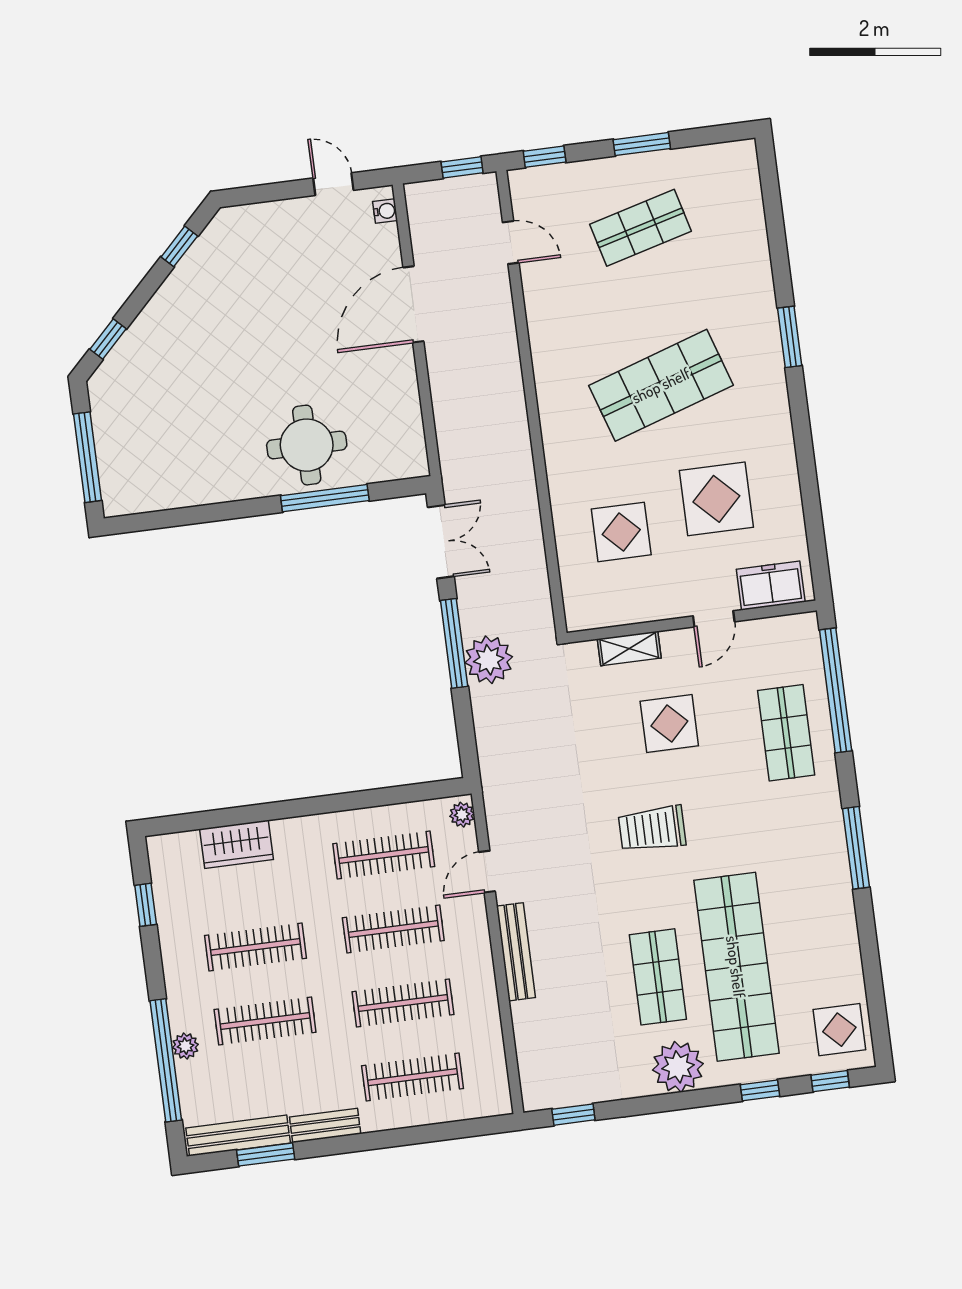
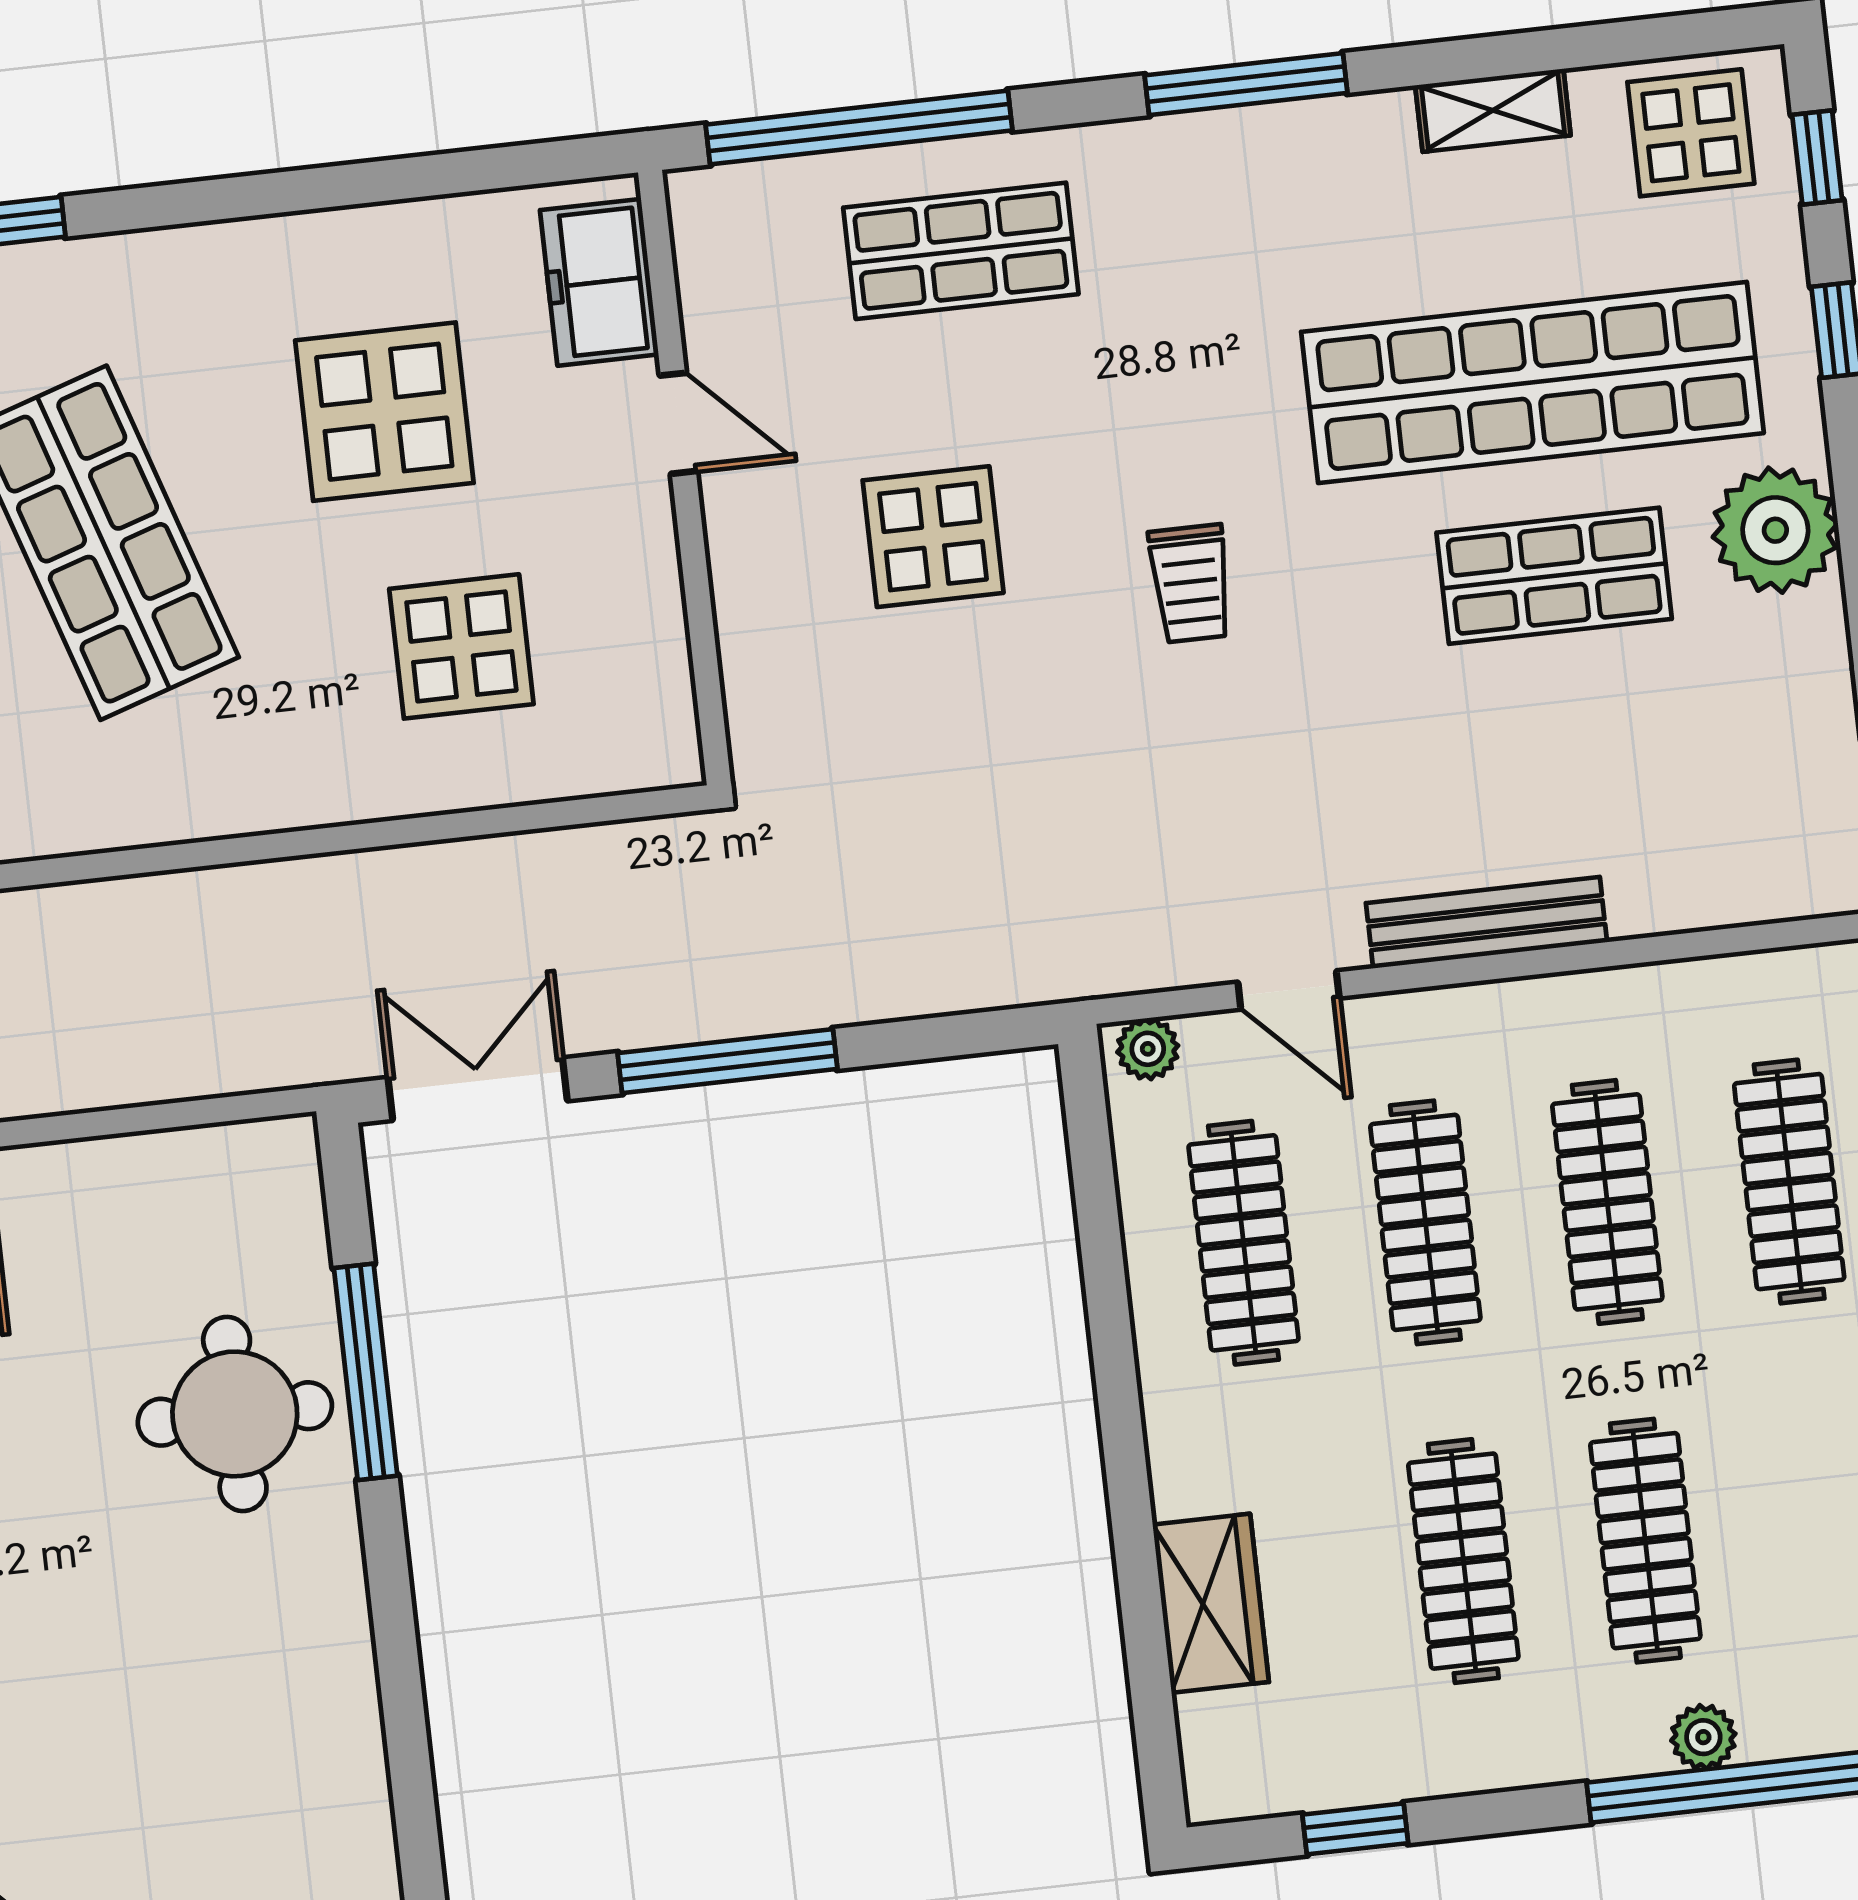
shelving: (629, 649) -> (1493, 110), moved, turned 90
plant: (489, 660) -> (769, 977), removed
trolley: (652, 829) -> (1191, 584), width x0.73, depth x0.72

